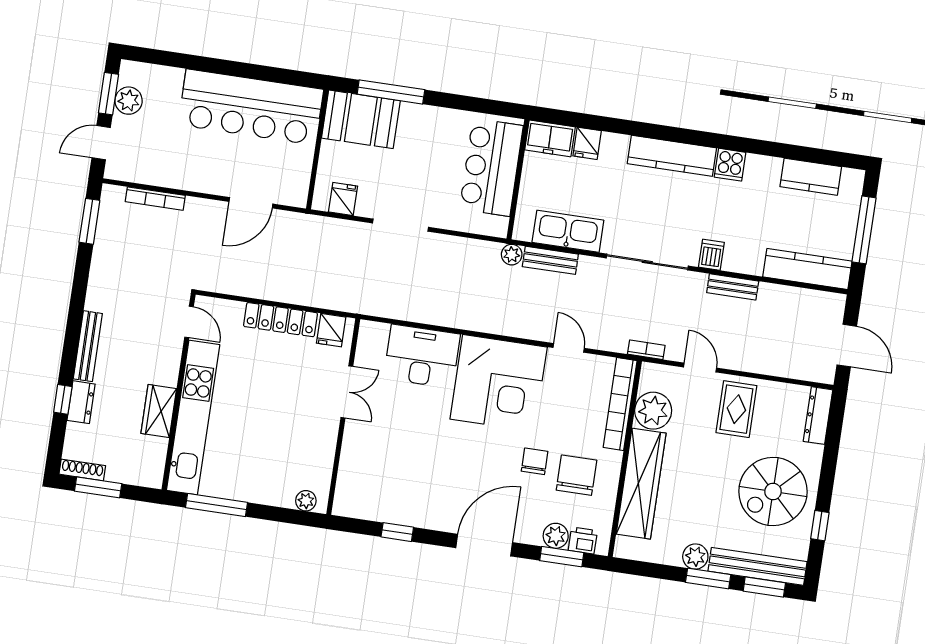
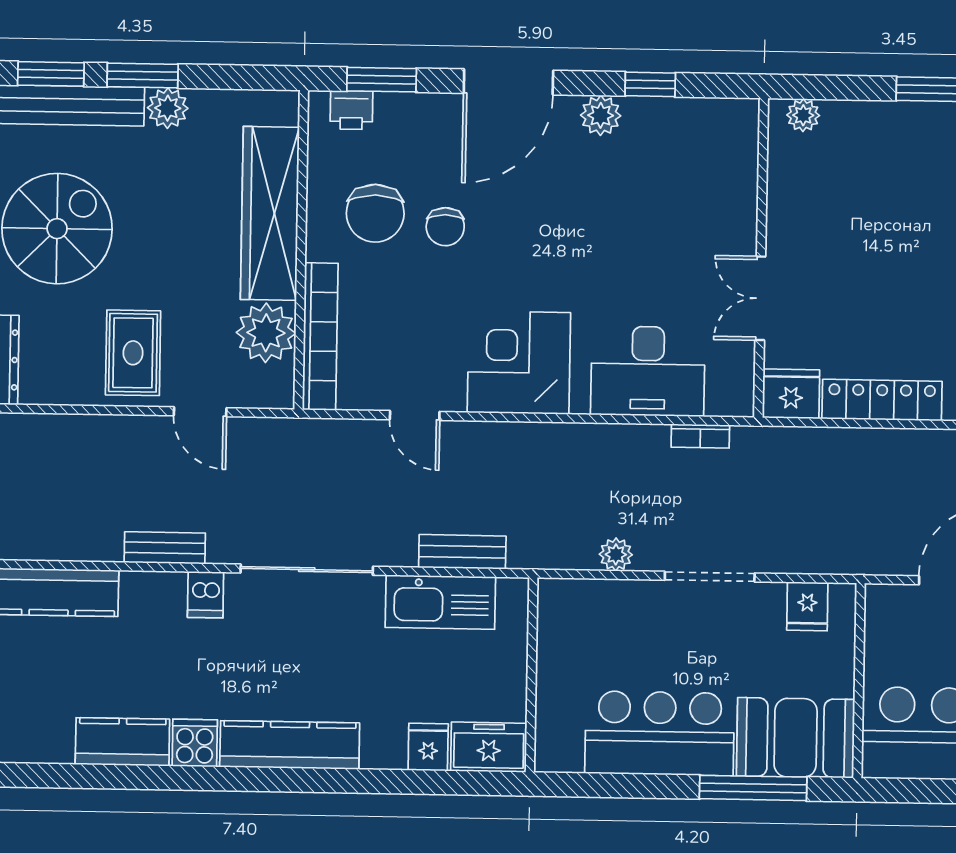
bar counter: (491, 167) -> (660, 733), moved, turned -90
kitchen counter: (811, 177) -> (122, 742), moved
plant: (512, 255) -> (616, 554), moved
fridge: (331, 330) -> (791, 394), width x1.38
bookcase: (646, 350) -> (700, 436), moved
corner desk: (499, 383) -> (519, 363), width x0.74, depth x0.74
plant: (556, 536) -> (601, 115), moved

